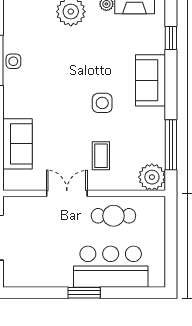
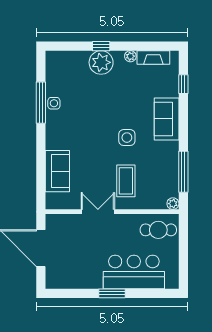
coffee table: (101, 156) -> (126, 181), width x1.36, depth x1.30
plant: (152, 177) -> (173, 204), width x0.53, depth x0.53
cafe table: (113, 216) -> (158, 230), moved

